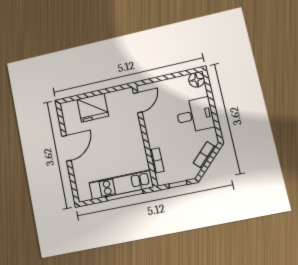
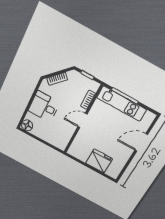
door: (138, 103) -> (82, 120), moved
door: (67, 148) -> (141, 142), moved

